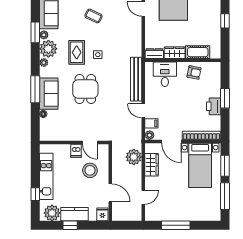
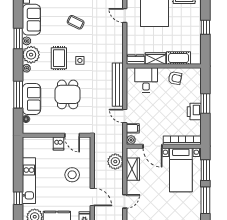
wall: (74, 143) -> (57, 135), moved
door: (90, 143) -> (72, 135), moved
dishwasher: (76, 151) -> (58, 144), moved

